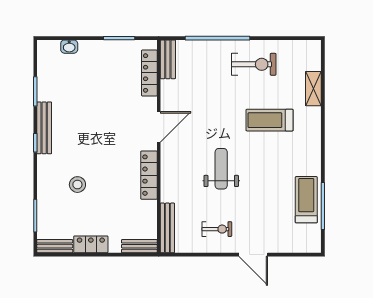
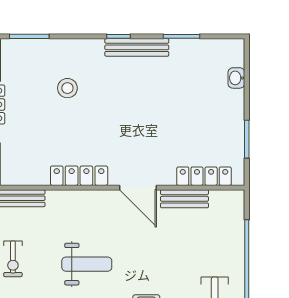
bench: (168, 59) -> (184, 199), moved

